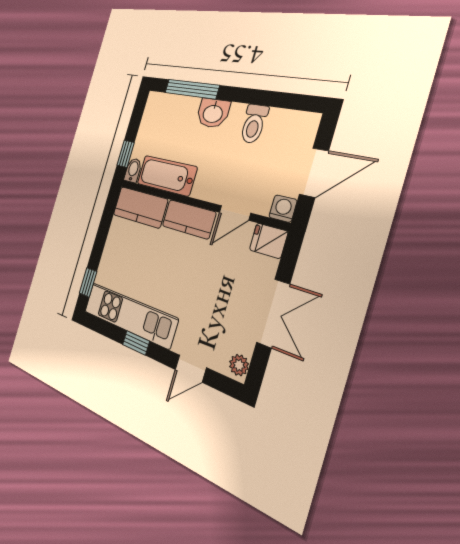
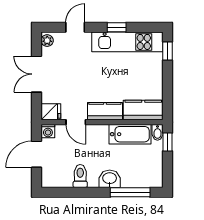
door: (235, 213) -> (76, 122), swing flipped

